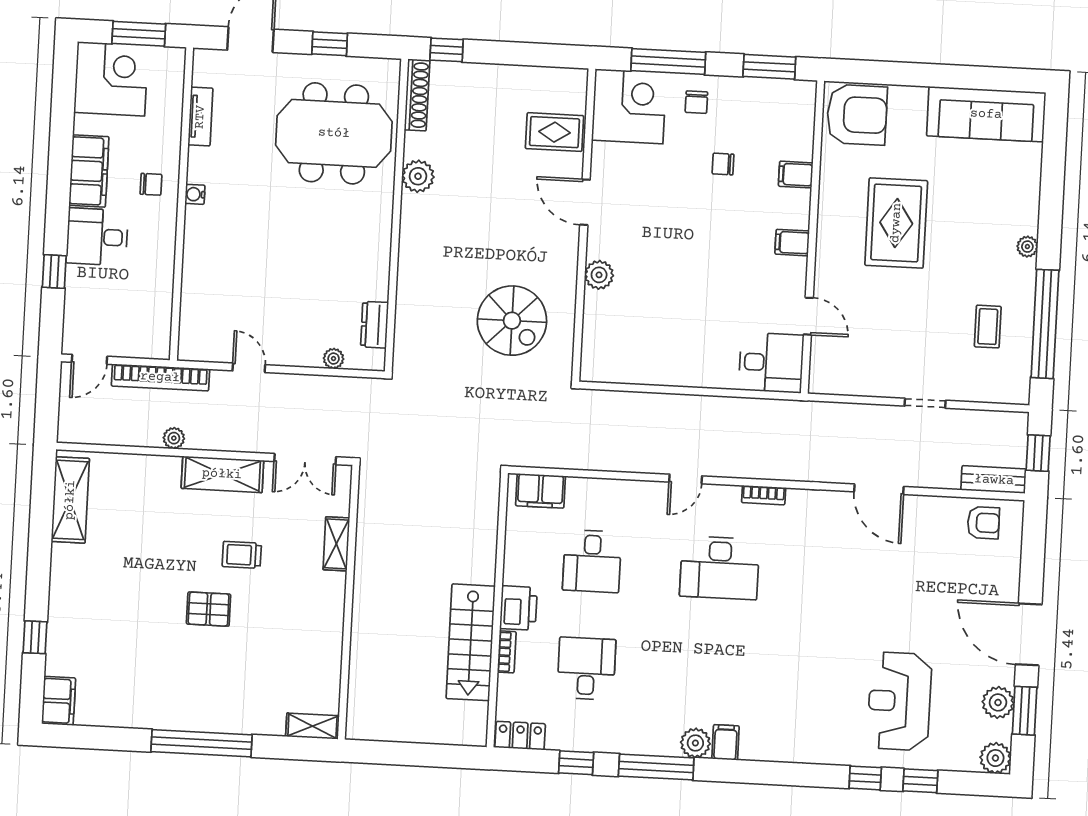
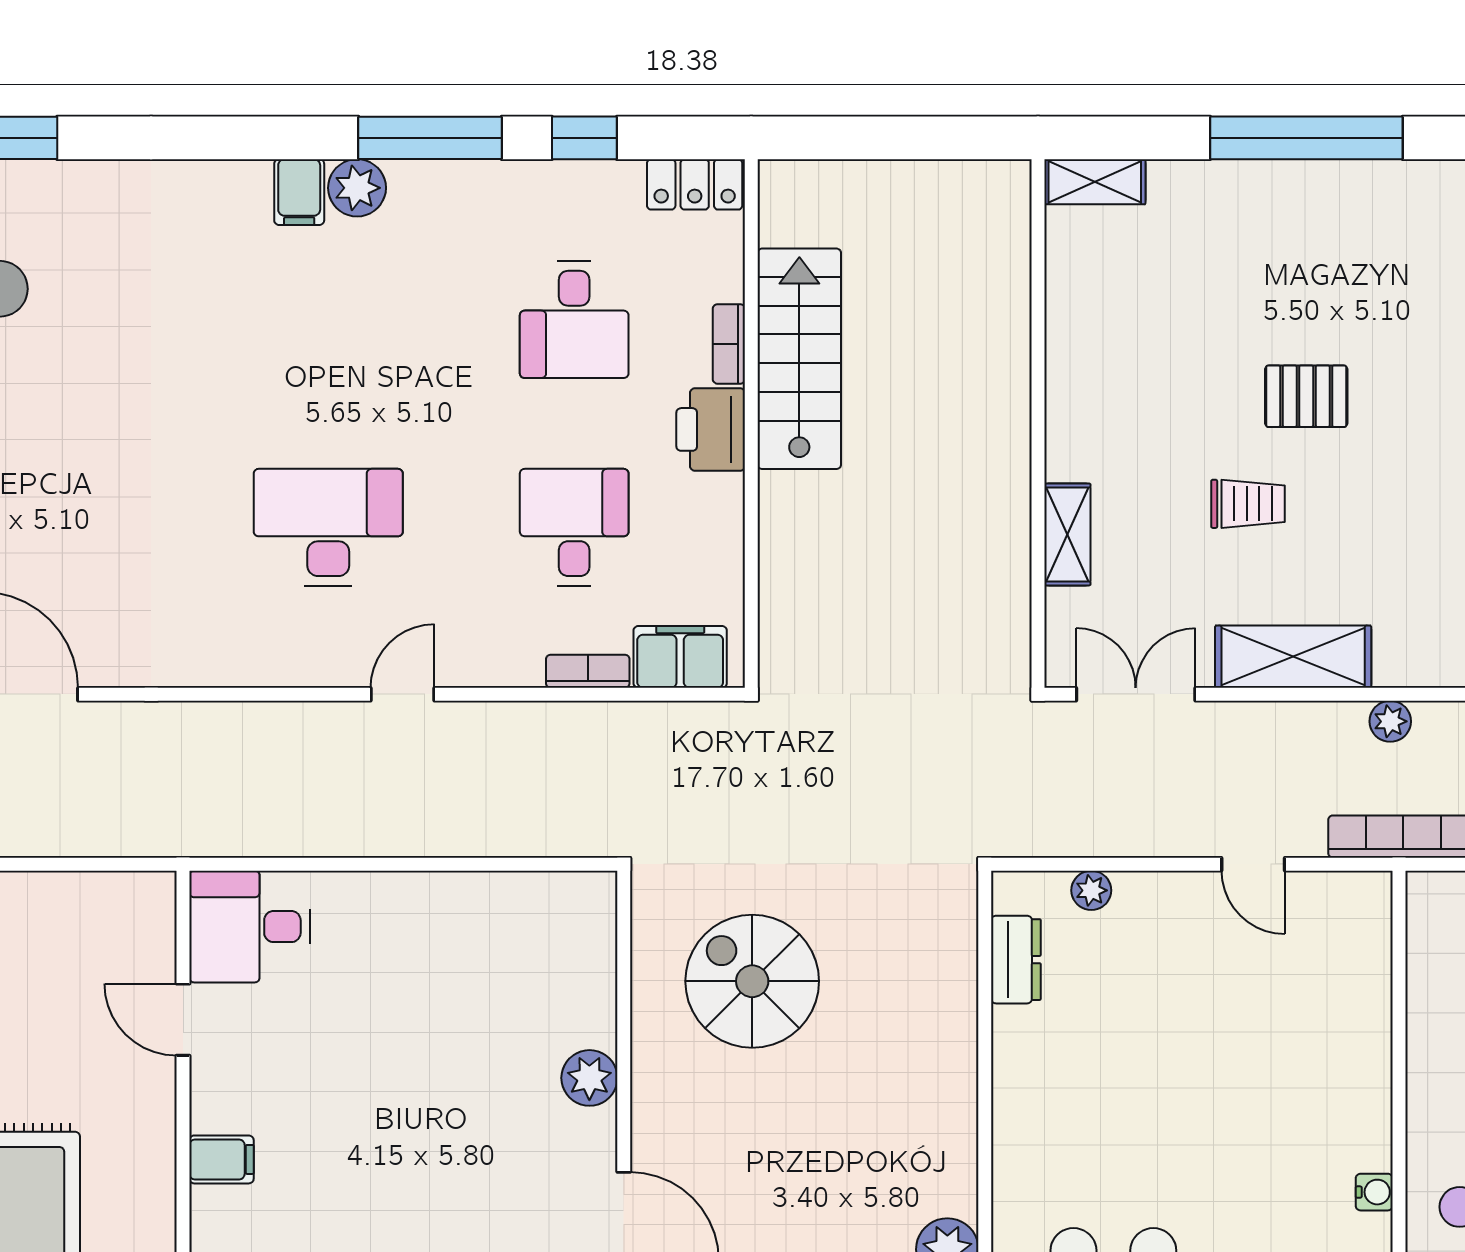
bookcase: (764, 495) -> (588, 671), moved

